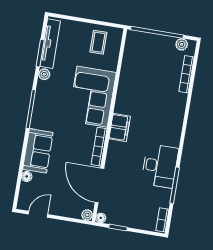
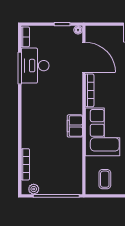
filing cabinet: (120, 128) -> (75, 126), moved
desk: (160, 166) -> (35, 66), moved
plant: (87, 215) -> (90, 30), removed

